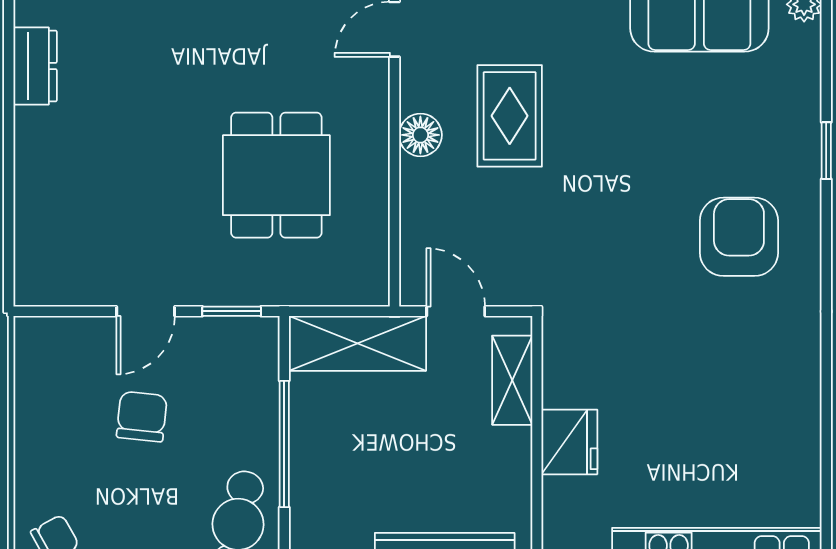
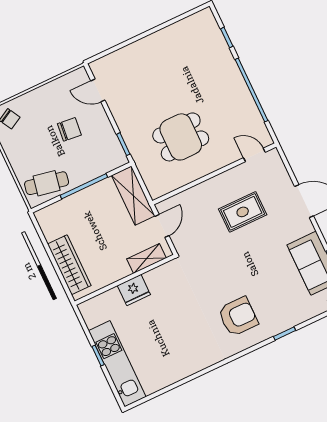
dresser: (35, 66) -> (179, 30), removed
floor lamp: (420, 135) -> (220, 183), removed
door: (146, 311) -> (98, 90), moved

